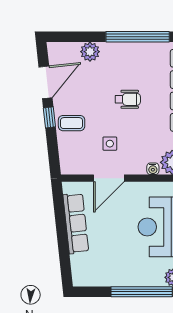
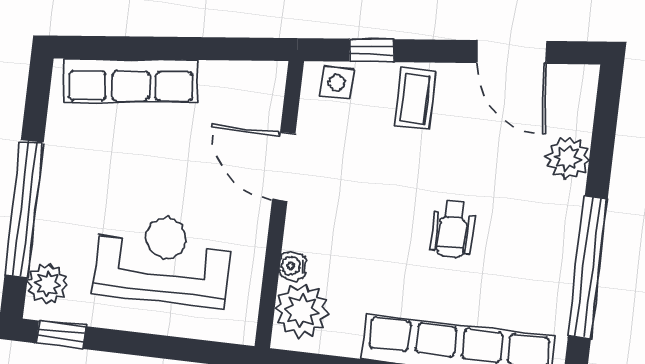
window: (49, 117) -> (371, 50), moved
side table: (110, 144) -> (337, 83), moved
row of seats: (76, 223) -> (131, 81), moved

